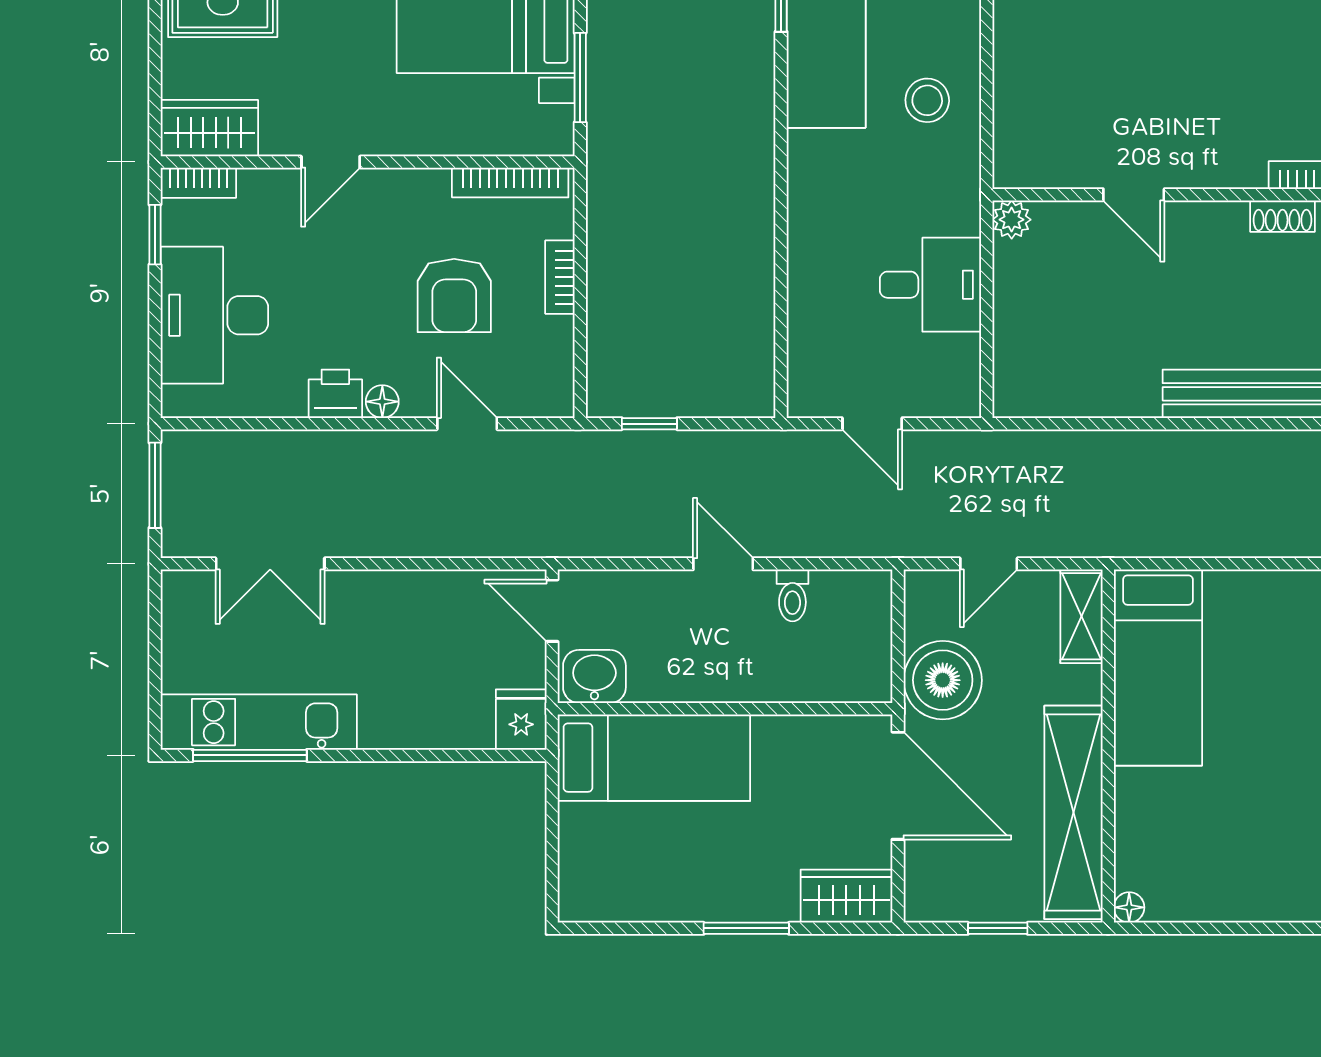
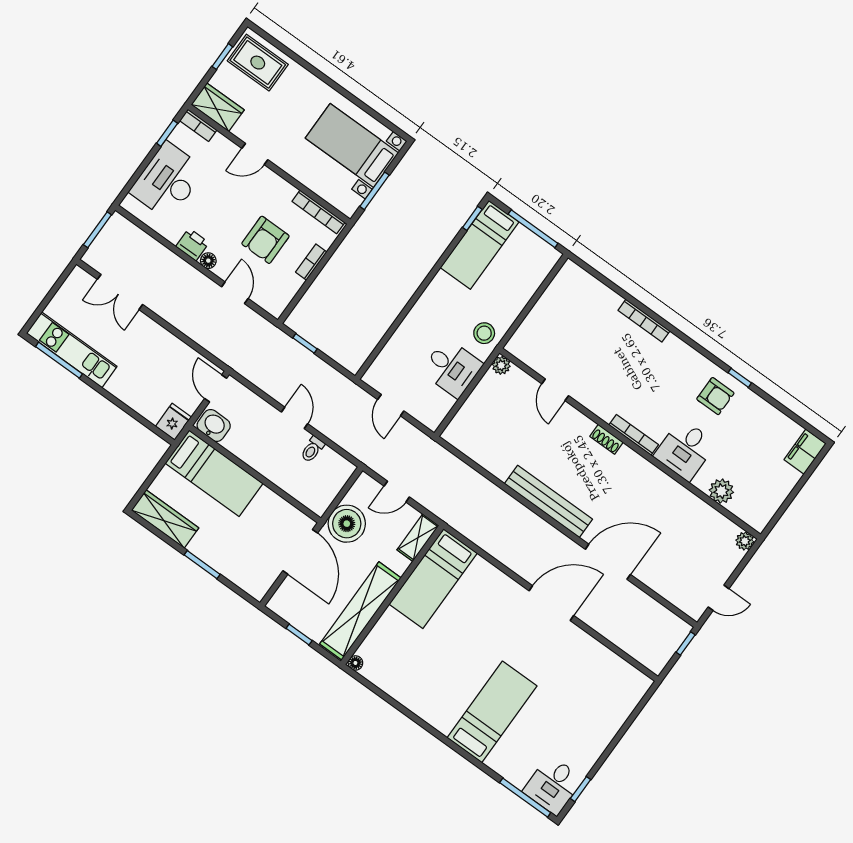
window: (155, 36) -> (222, 57), added
stool: (927, 100) -> (484, 333), moved
wardrobe: (846, 896) -> (165, 519), moved, width x1.50

